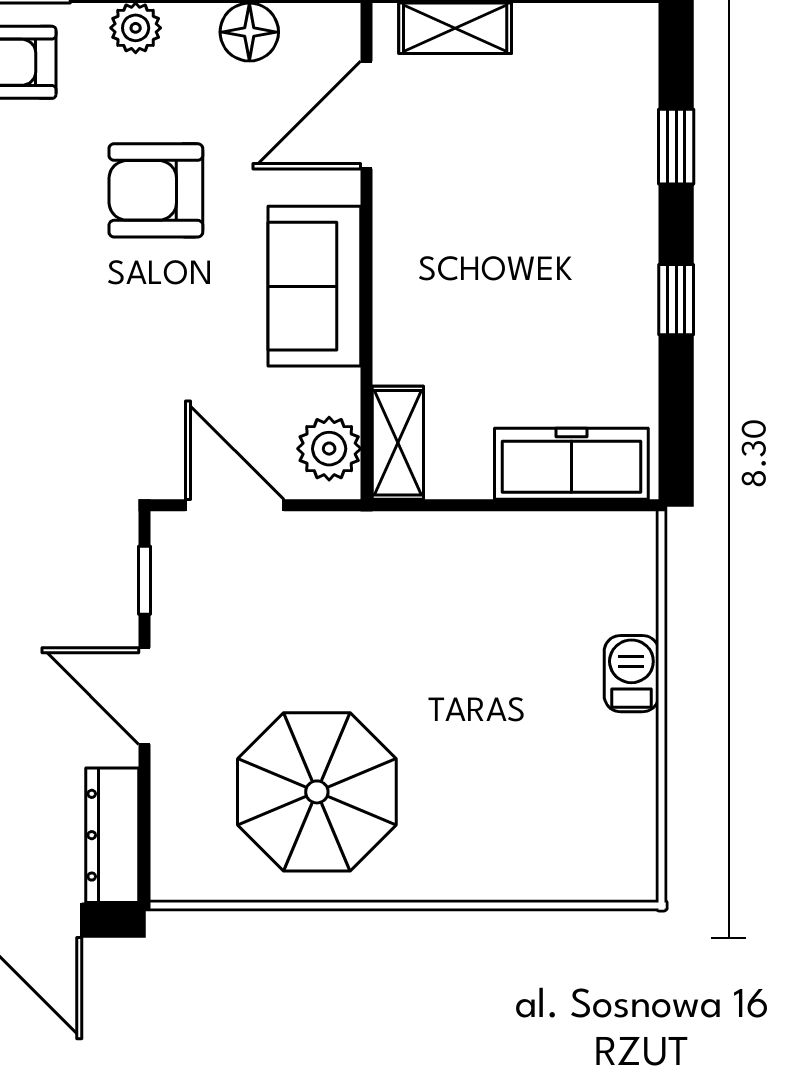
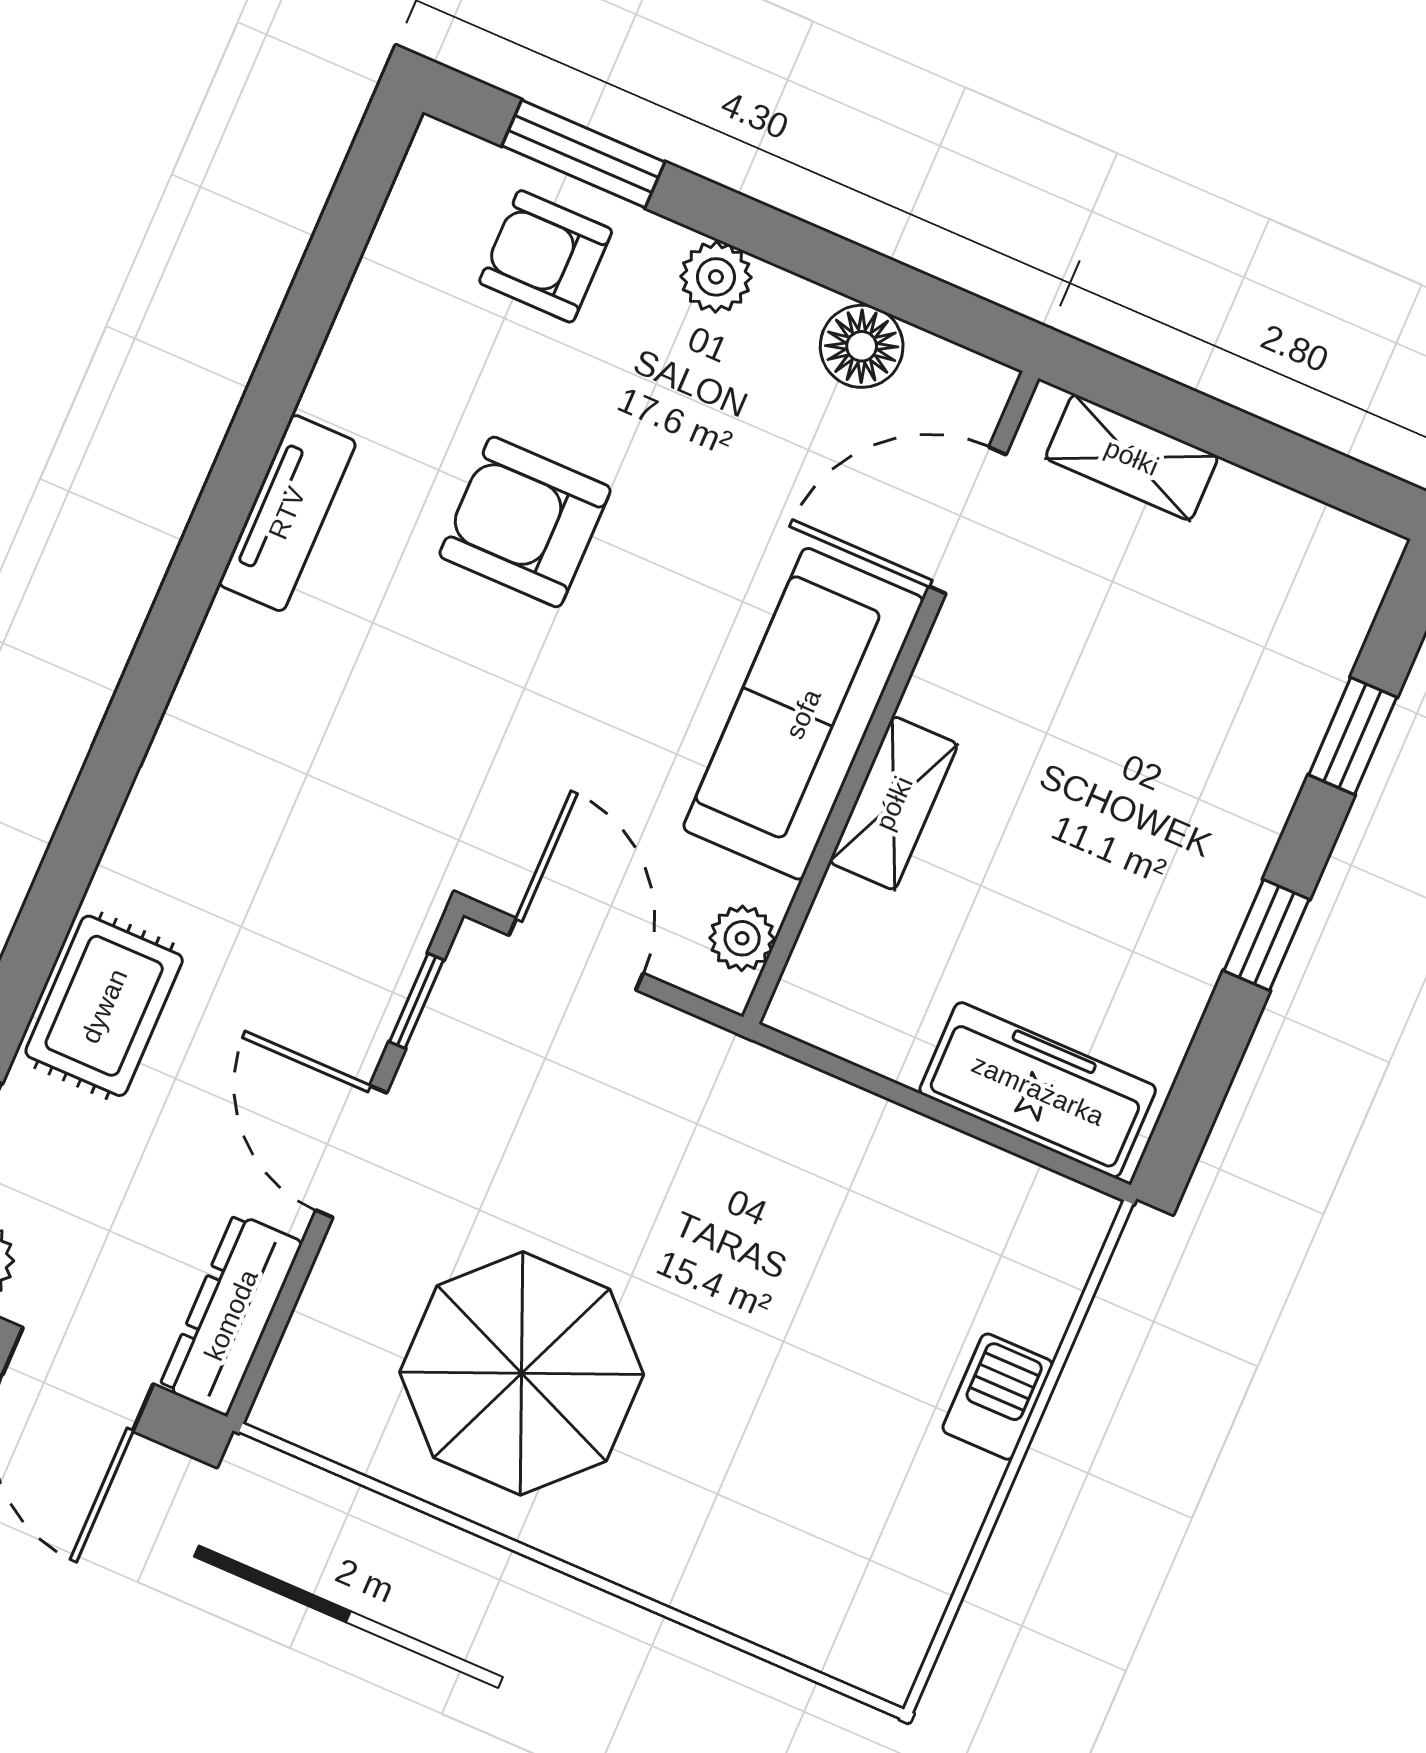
armchair: (156, 190) -> (525, 522), moved
sofa: (314, 286) -> (803, 714), width x1.36
shelving: (398, 443) -> (894, 803), moved
plant: (329, 449) -> (742, 938), width x0.73, depth x0.73

